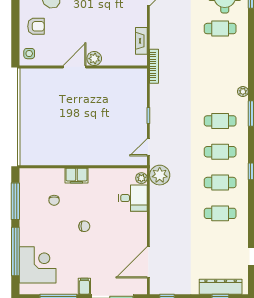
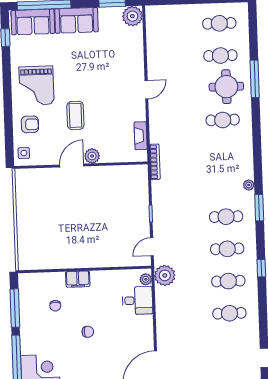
coffee table: (80, 19) -> (75, 115), added

